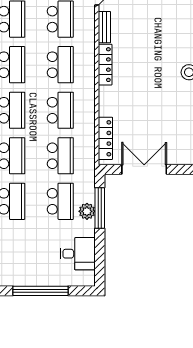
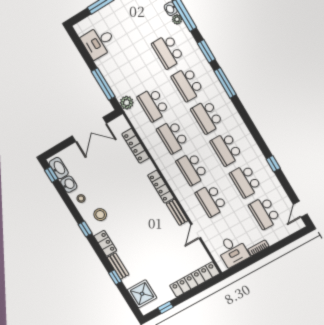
locker: (105, 138) -> (136, 146), moved
school desk: (60, 201) -> (134, 72), removed
plant: (87, 211) -> (127, 103), moved

